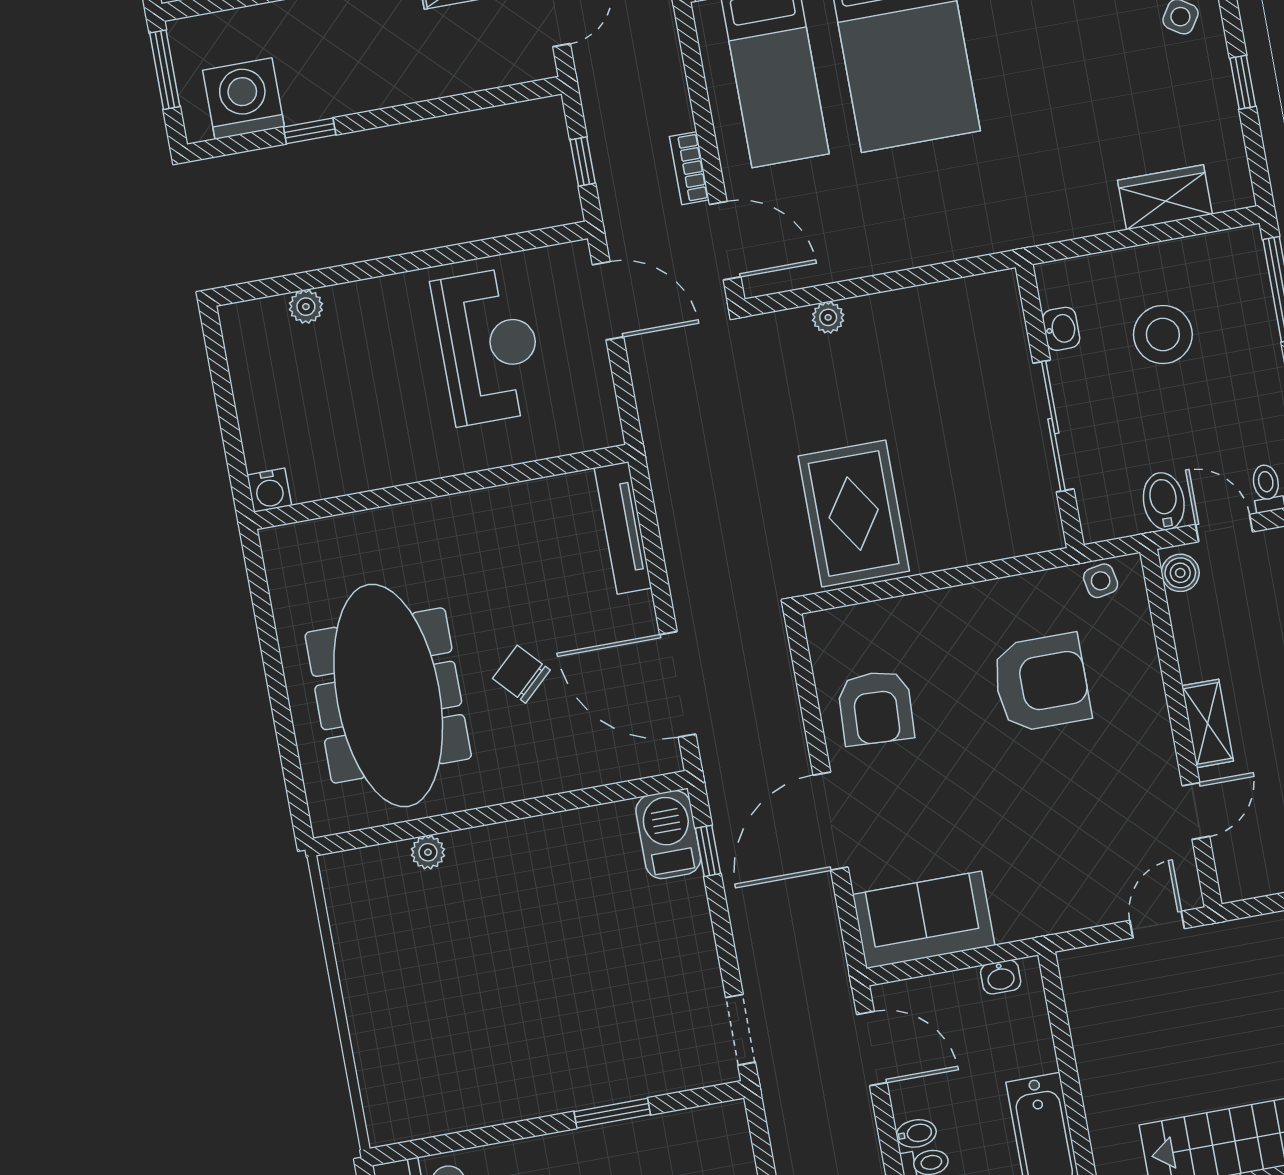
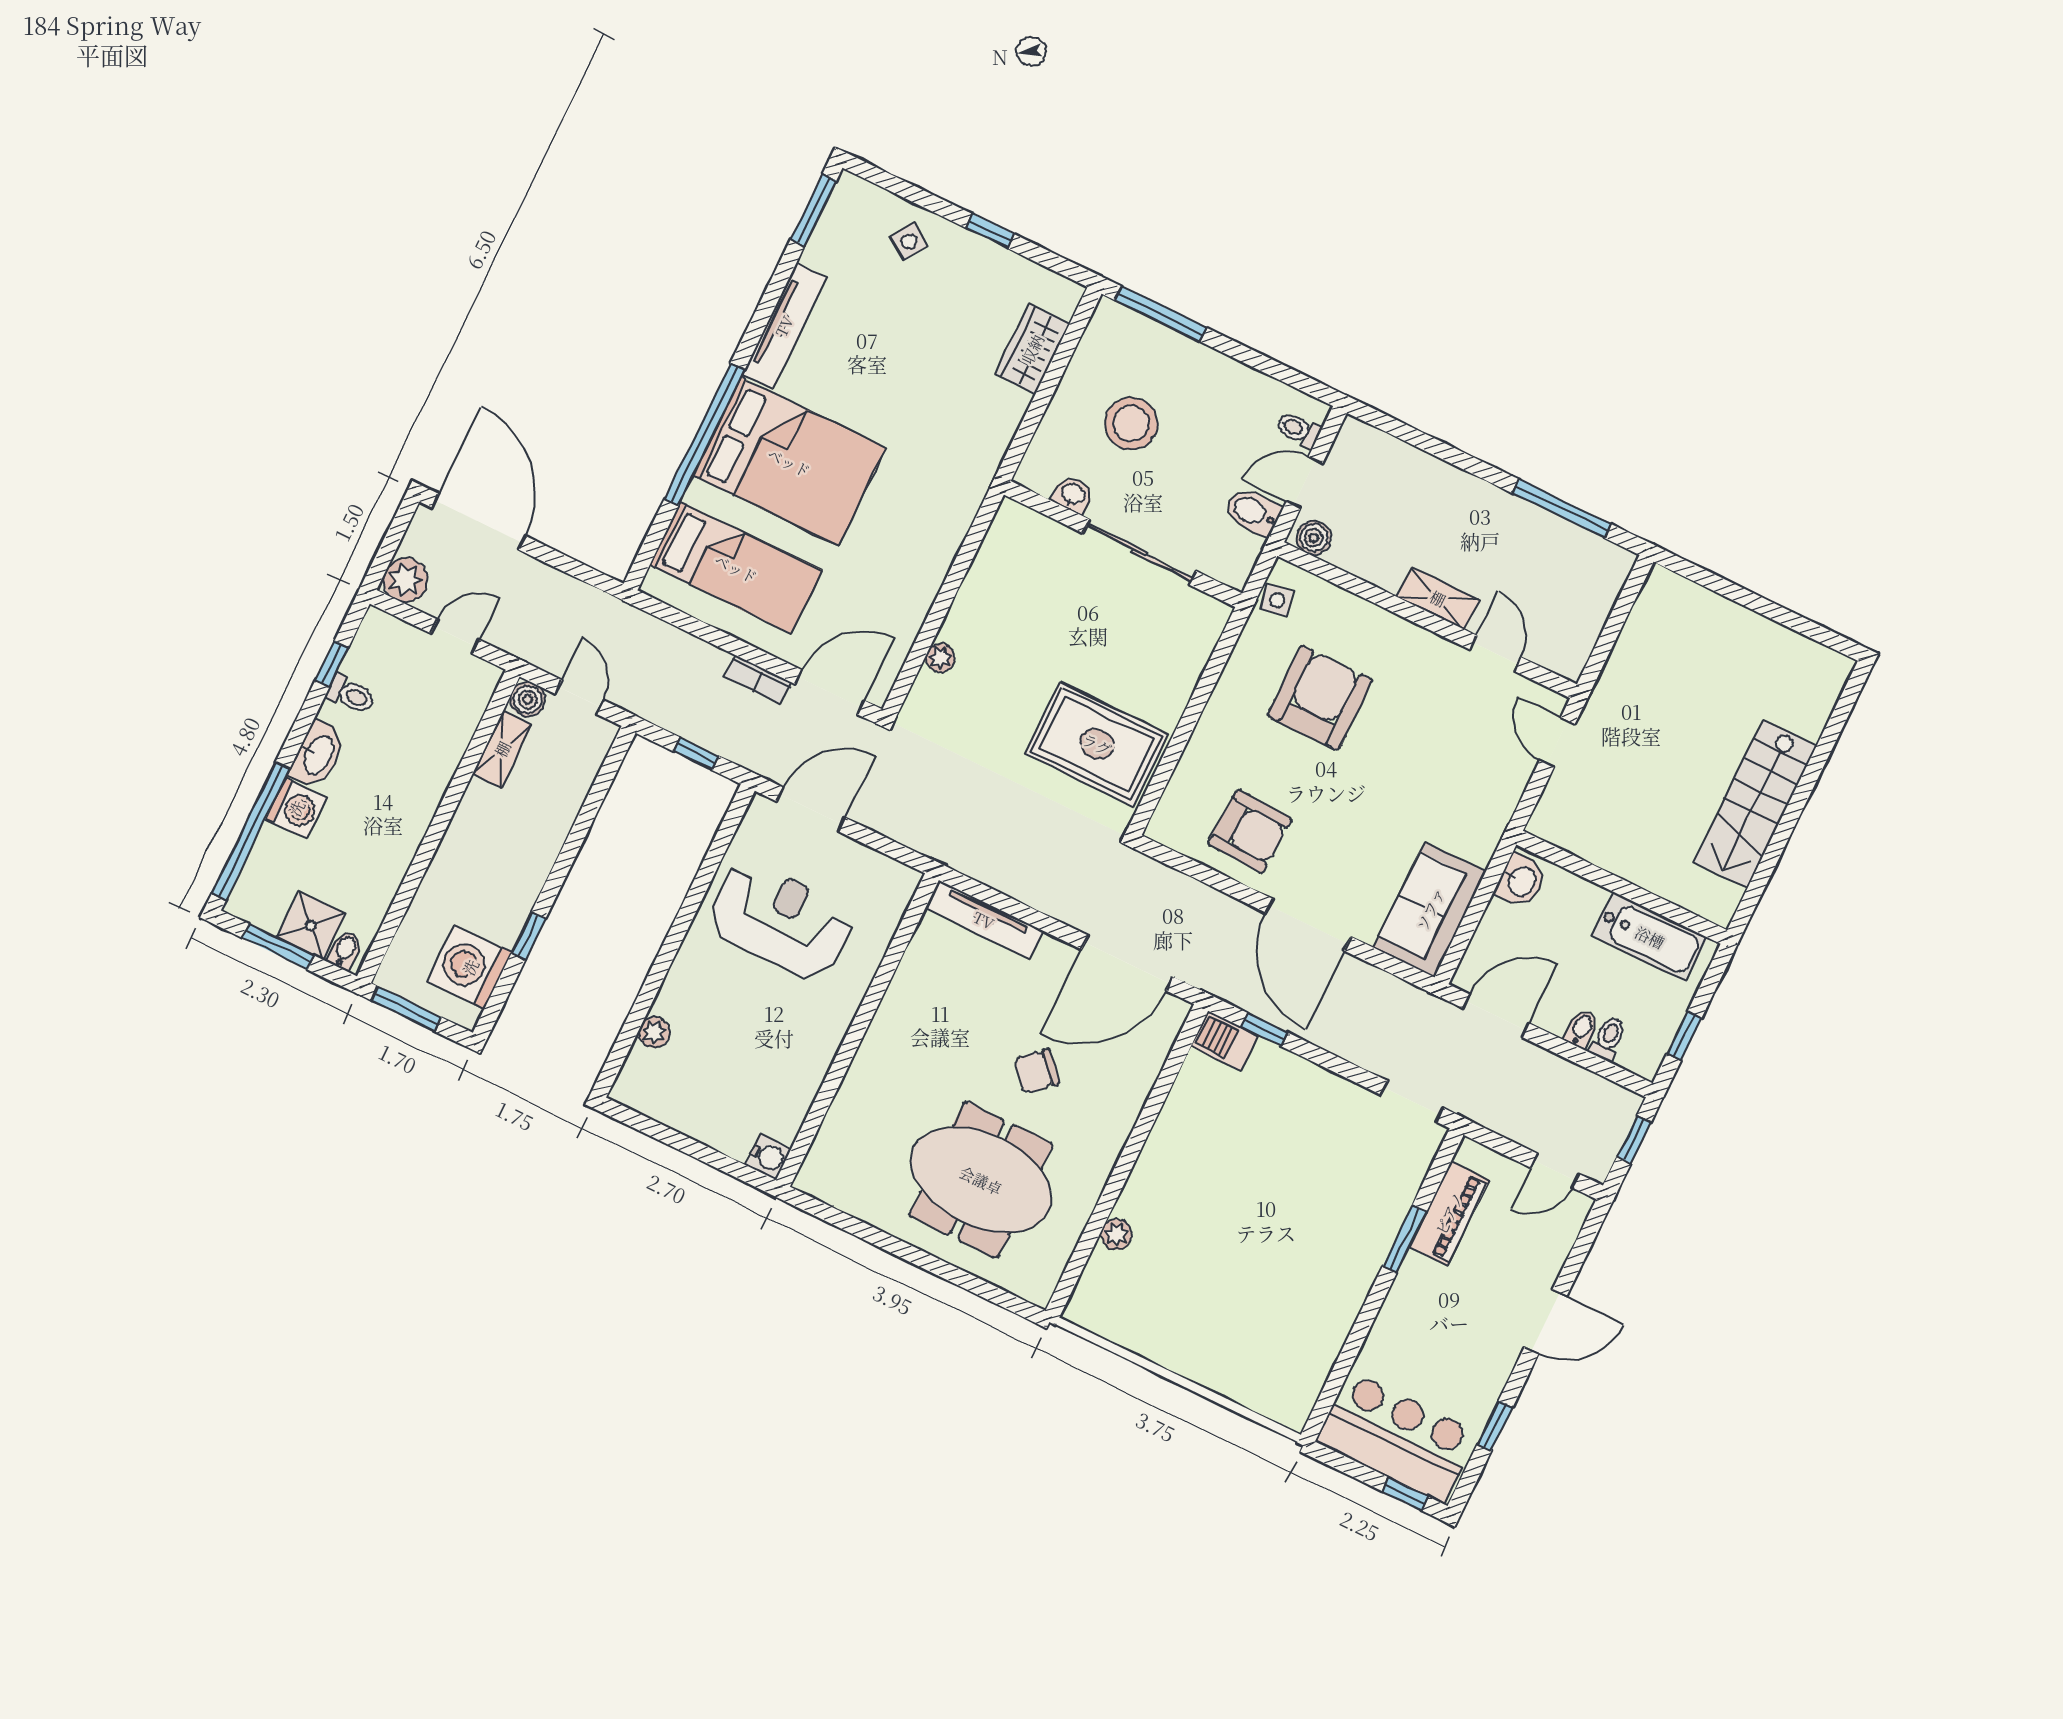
meeting table: (388, 695) -> (981, 1180), width x0.73
barbecue: (668, 835) -> (1224, 1041), width x0.73, depth x0.79
washbasin: (1001, 977) -> (1521, 881), width x1.38, depth x1.45
piano: (665, 1136) -> (1449, 1213), added

